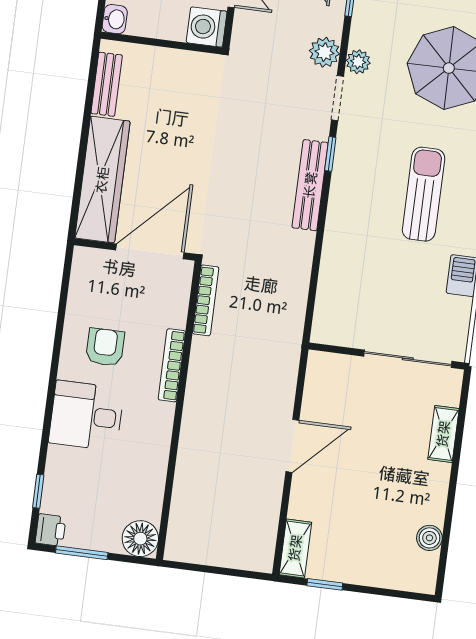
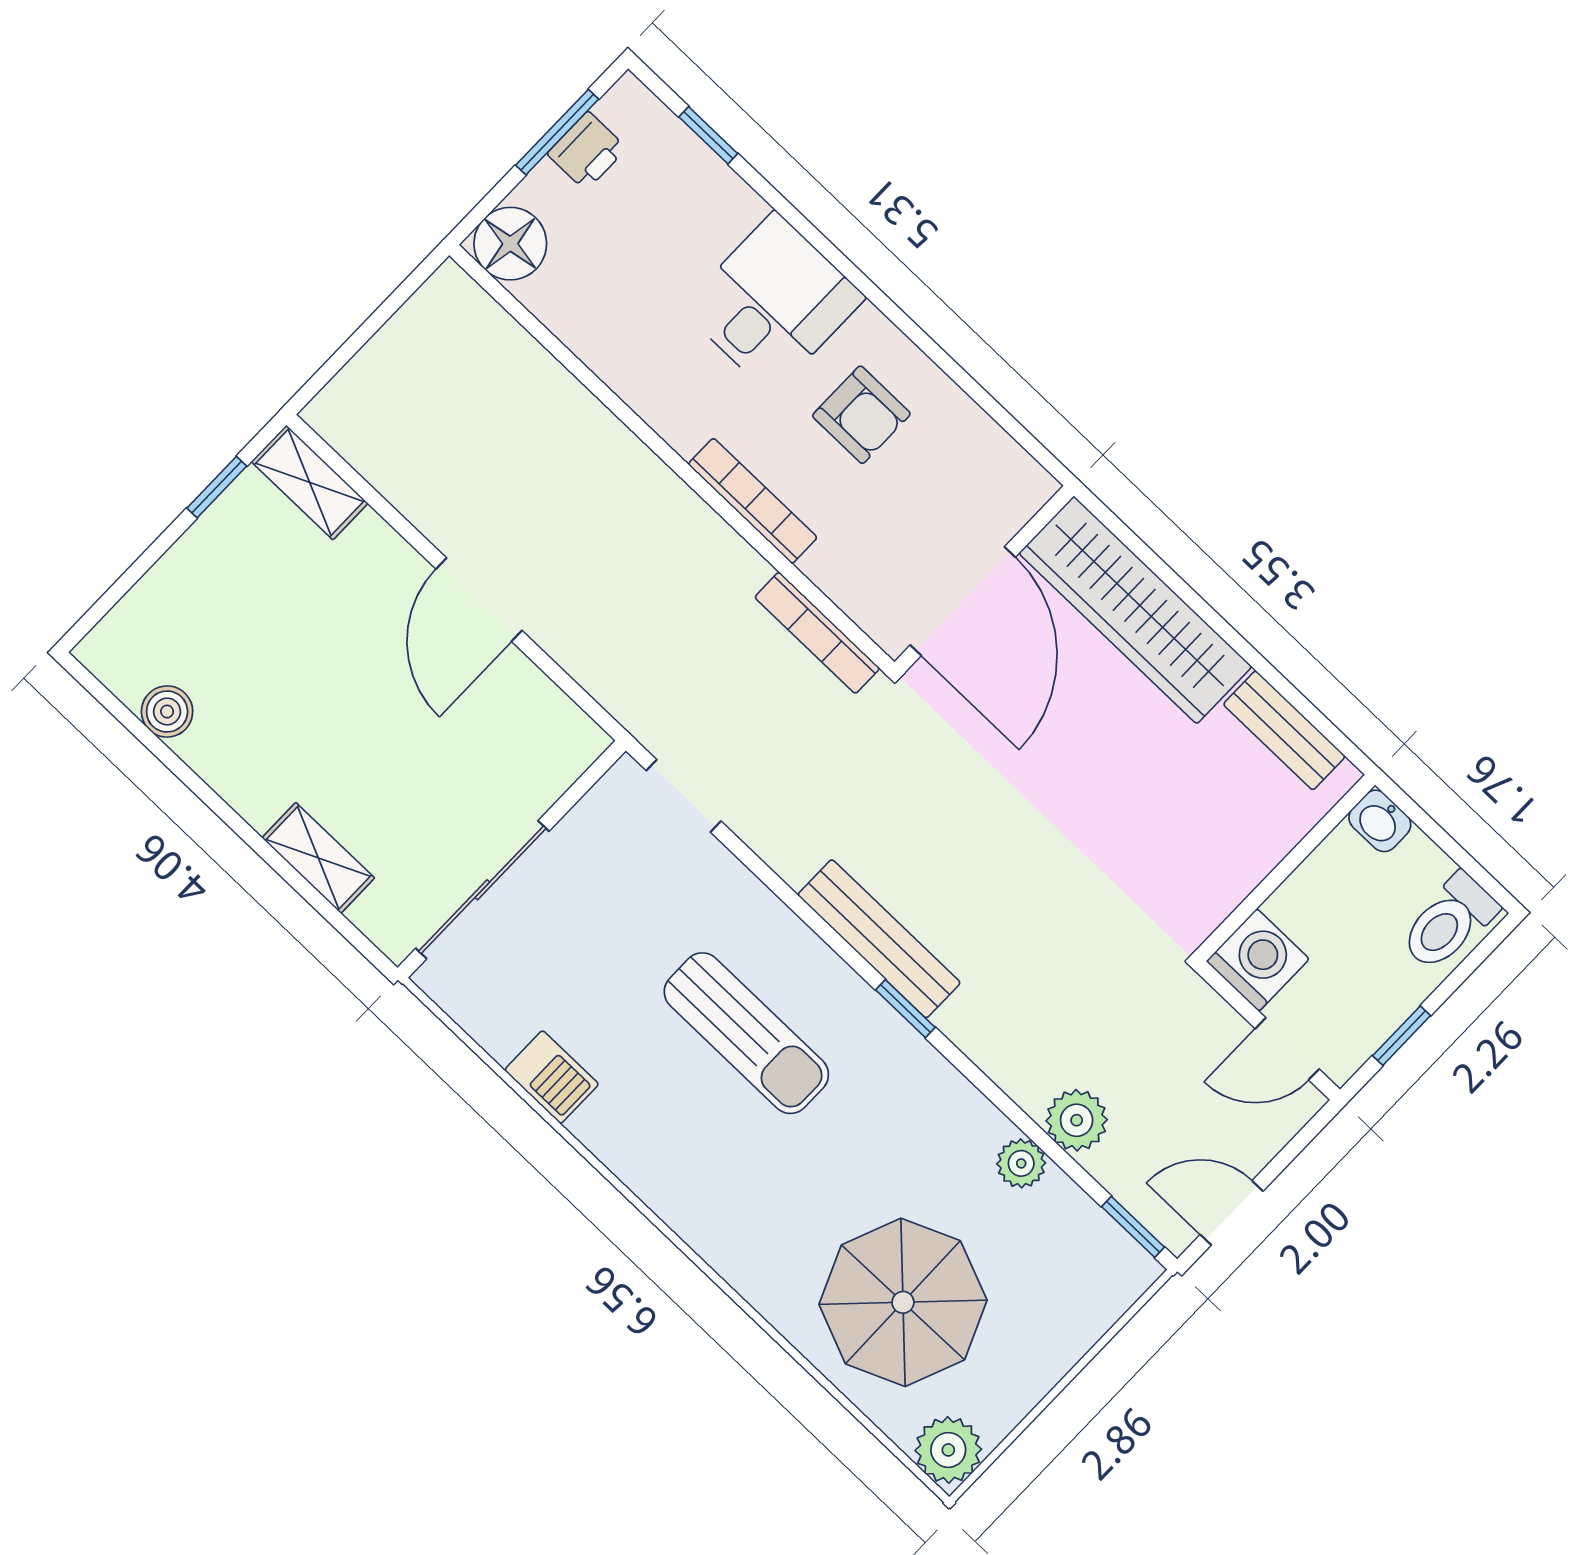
doorway: (338, 98) -> (684, 796), moved
sun lounger: (424, 194) -> (746, 1033), moved
printer: (51, 530) -> (587, 151), moved, turned -90

